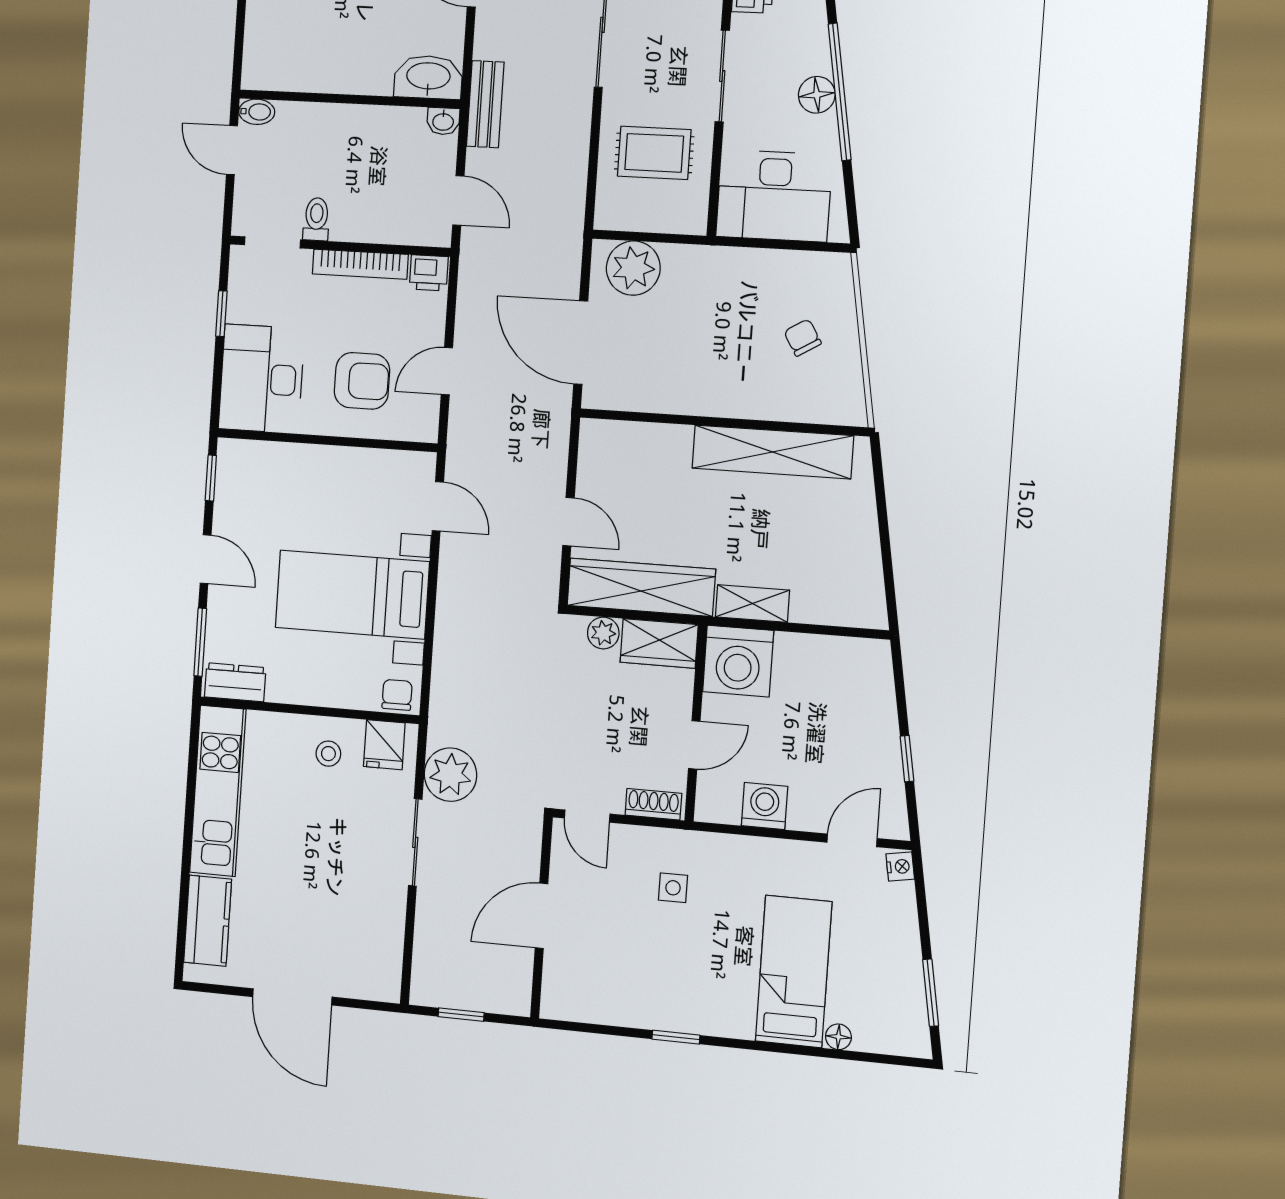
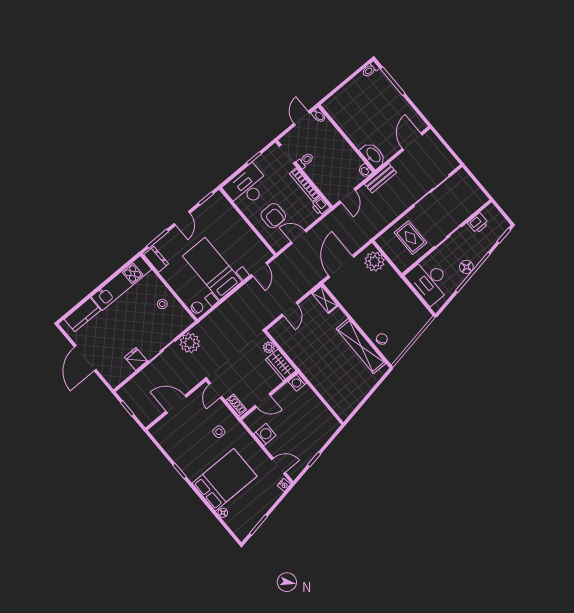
chair: (803, 338) -> (382, 339), moved
wardrobe: (641, 587) -> (291, 346), removed
shelving: (752, 603) -> (325, 299), moved
washing machine: (738, 661) -> (297, 382), width x0.53, depth x0.53
fridge: (384, 745) -> (136, 359), moved, turned 90
bed: (794, 971) -> (224, 480), width x1.50

